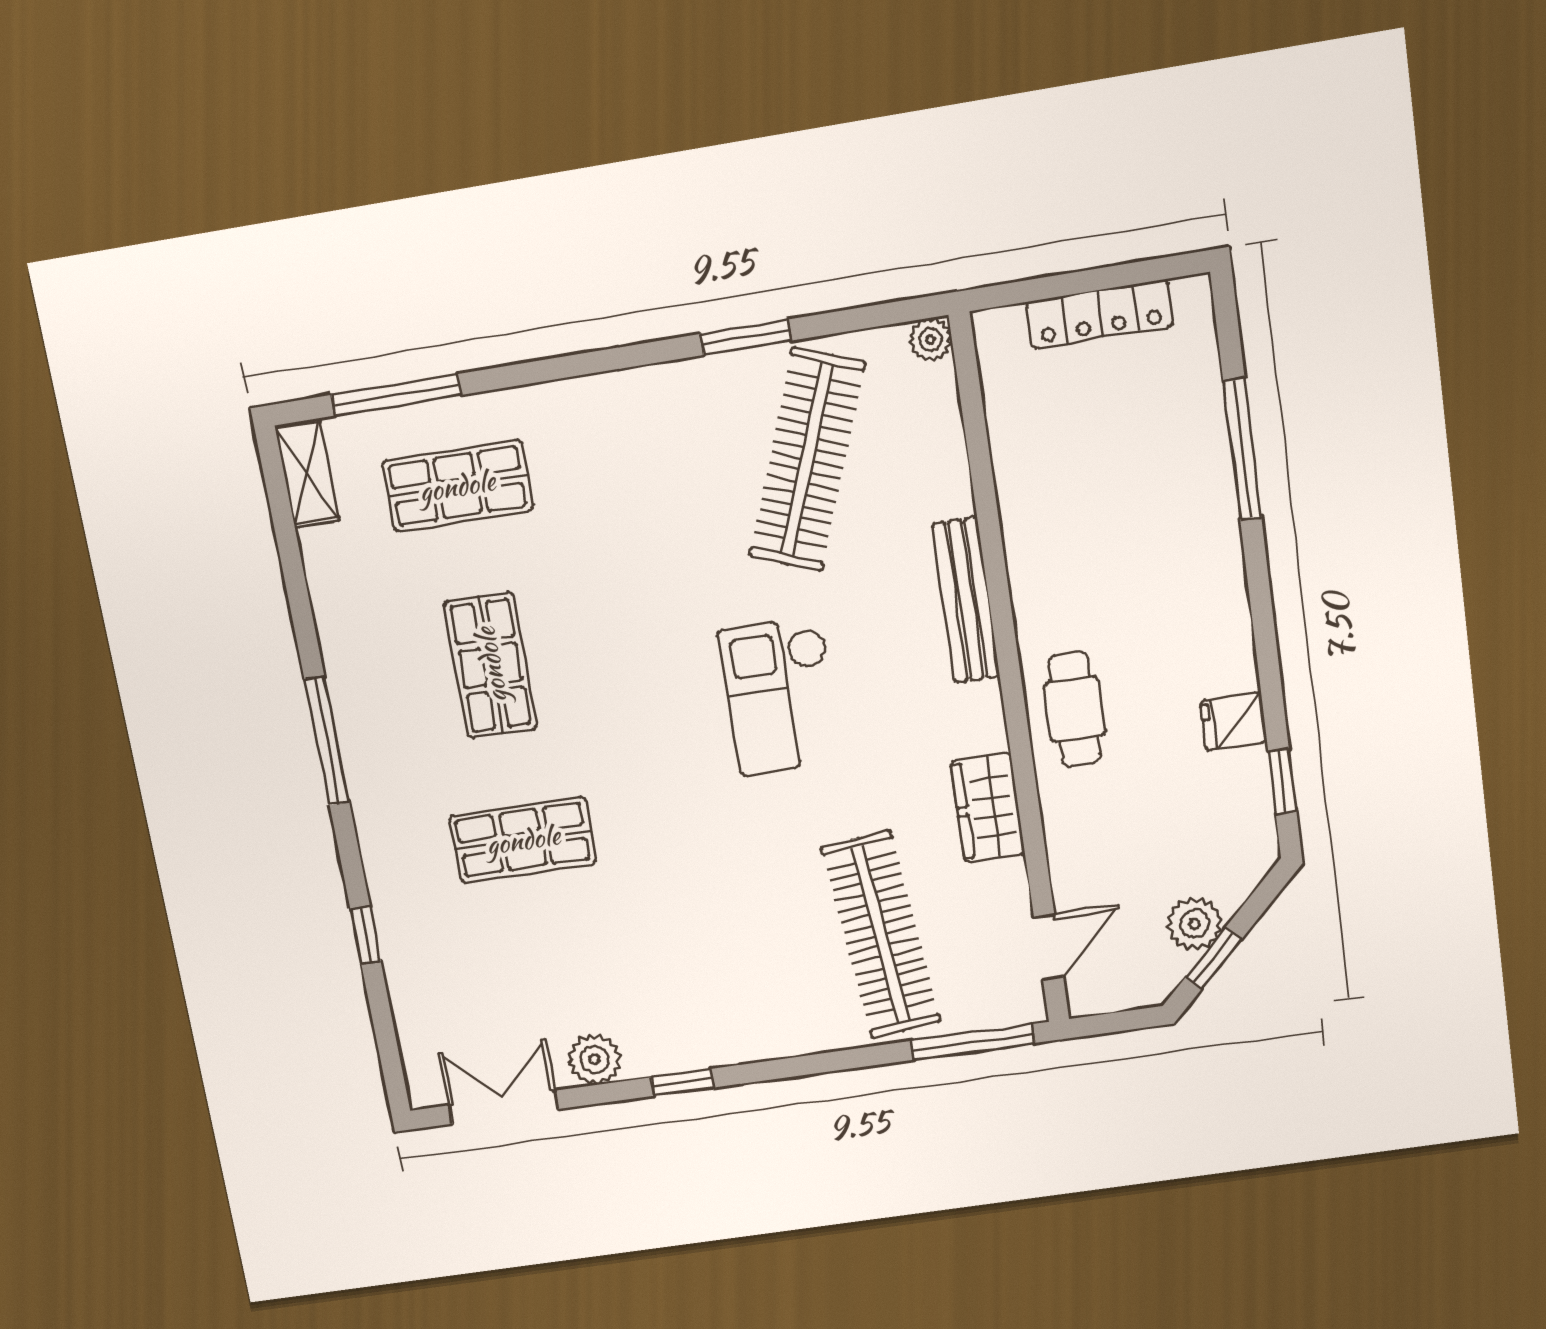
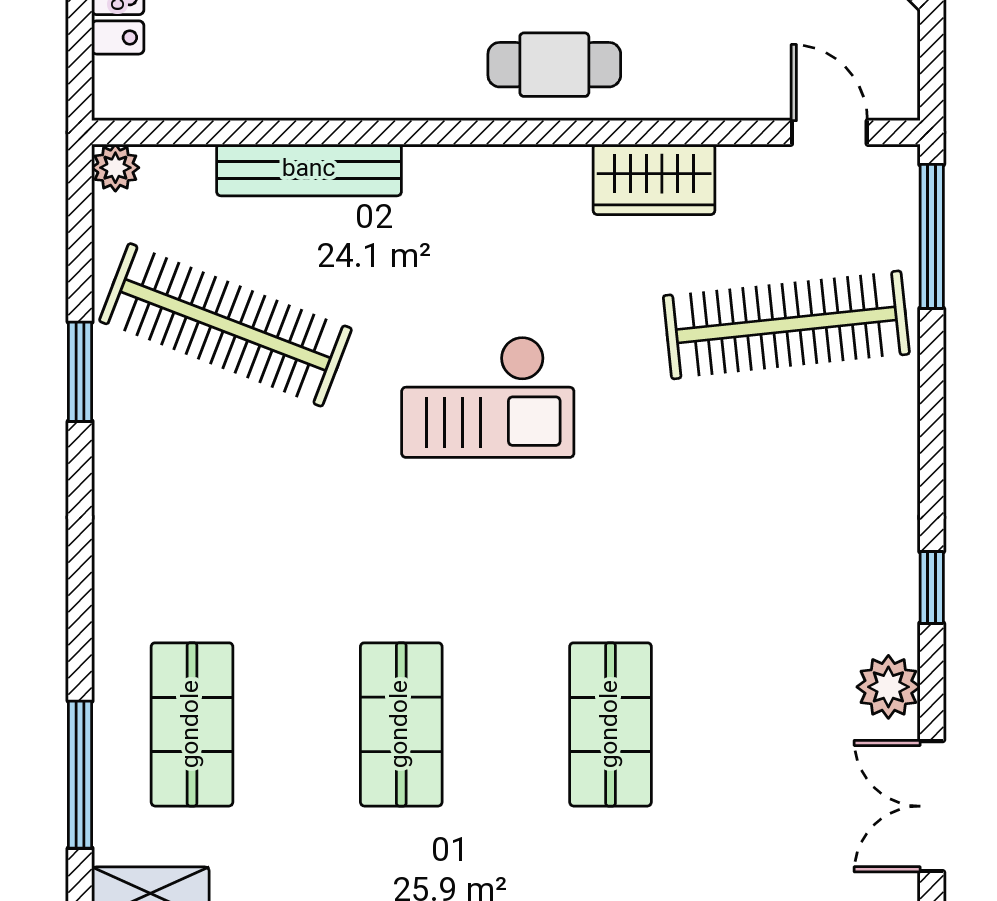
bench: (966, 600) -> (309, 170), moved
shop shelf: (491, 665) -> (401, 724), turned 90

